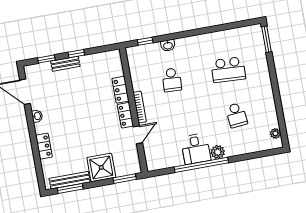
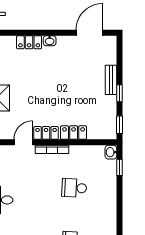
washbasin: (168, 45) -> (111, 152), moved
window: (46, 59) -> (119, 125), moved
washbasin: (37, 116) -> (50, 41), moved
door: (138, 135) -> (23, 142), swing flipped

